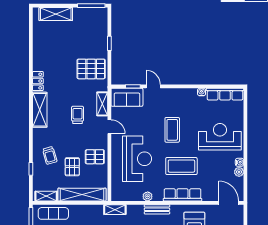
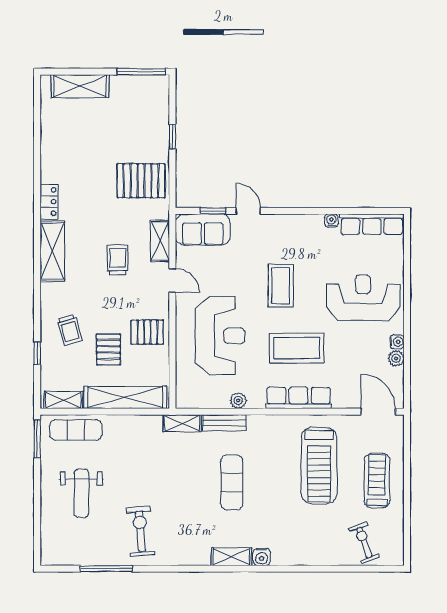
bench: (157, 209) -> (224, 423), moved

